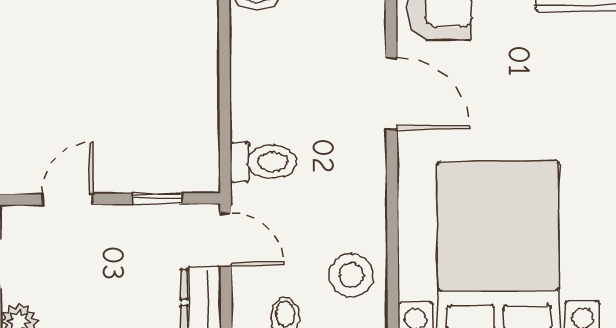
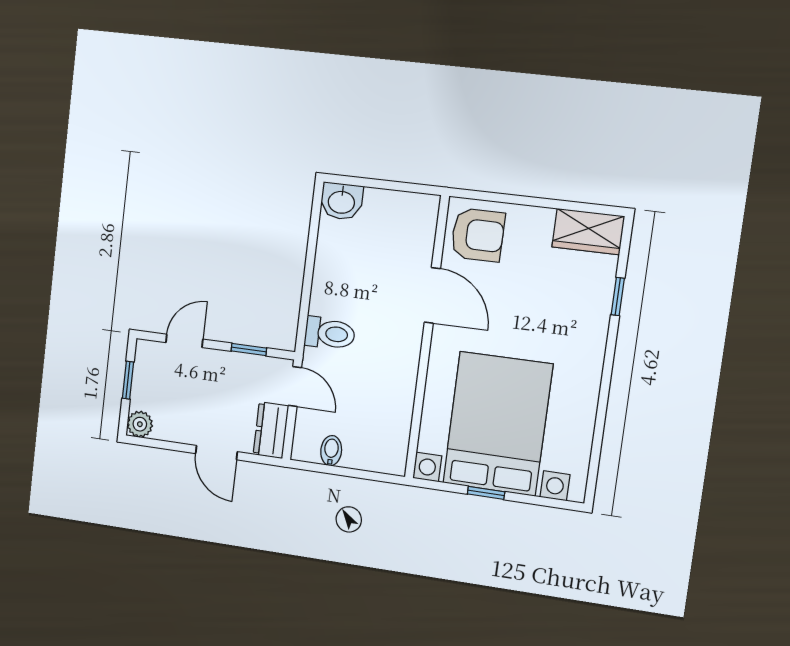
stool: (351, 275) -> (384, 427), removed

